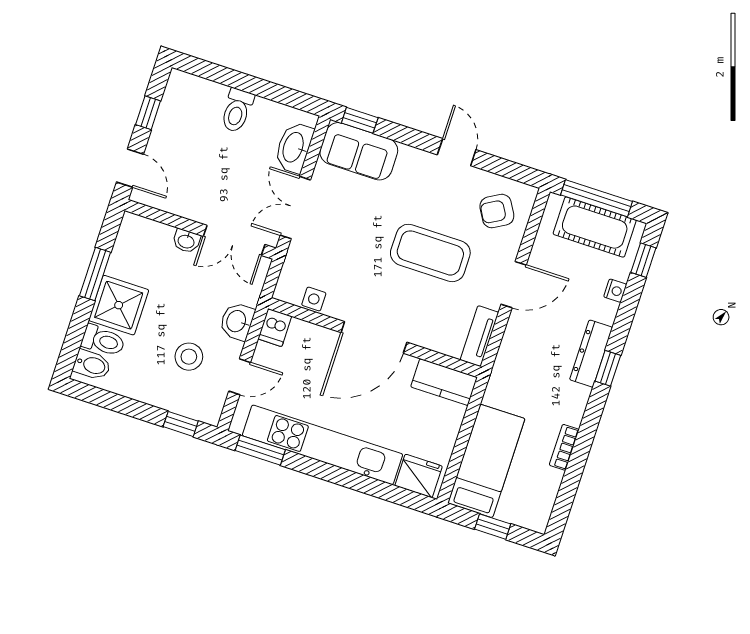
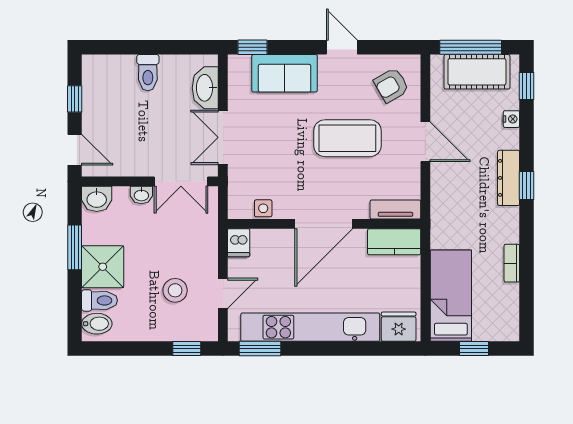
sofa: (359, 151) -> (285, 73), moved
door: (514, 285) -> (425, 142), hinge flipped
washbasin: (237, 321) -> (97, 199), moved, turned -90
tv unit: (479, 336) -> (395, 209), moved, turned 90

